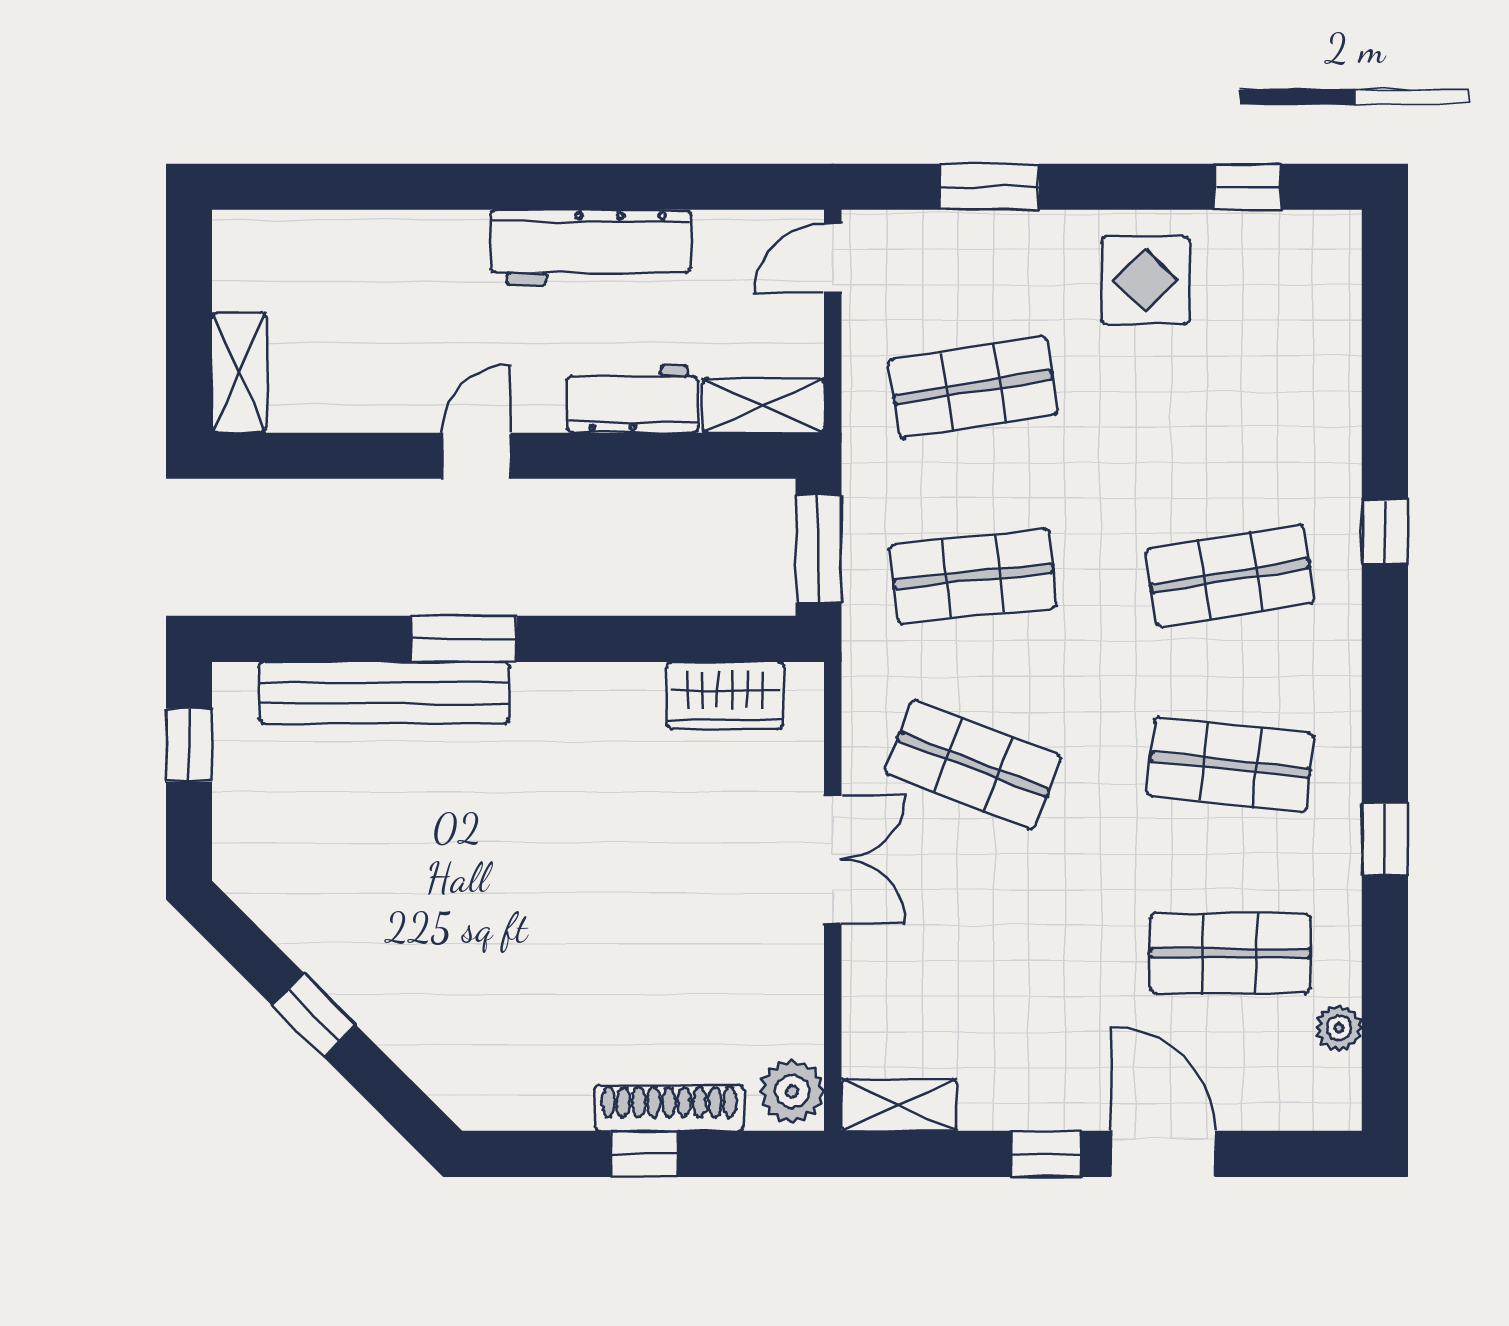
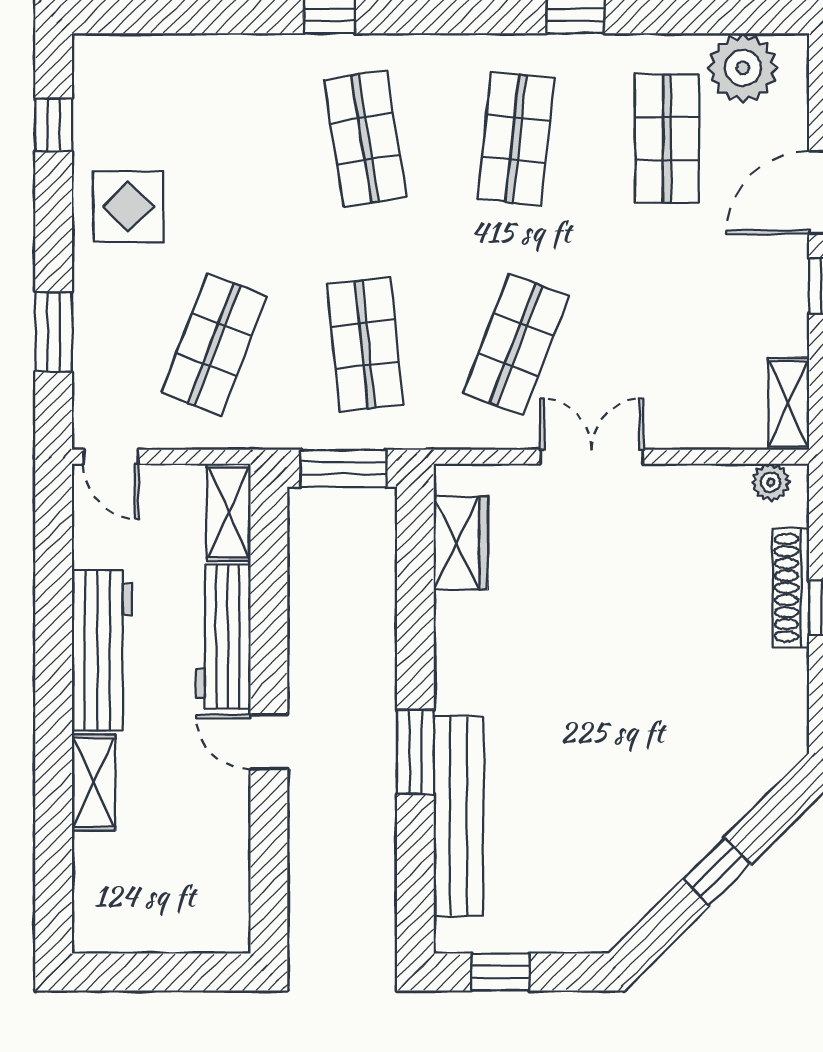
shelving: (239, 373) -> (94, 782), moved, turned 90
shop shelf: (973, 387) -> (214, 344), turned 30
workbench: (632, 399) -> (223, 637), width x1.37
plant: (1339, 1028) -> (743, 68), width x1.88, depth x1.88
plant: (792, 1092) -> (771, 482), width x0.73, depth x0.73

